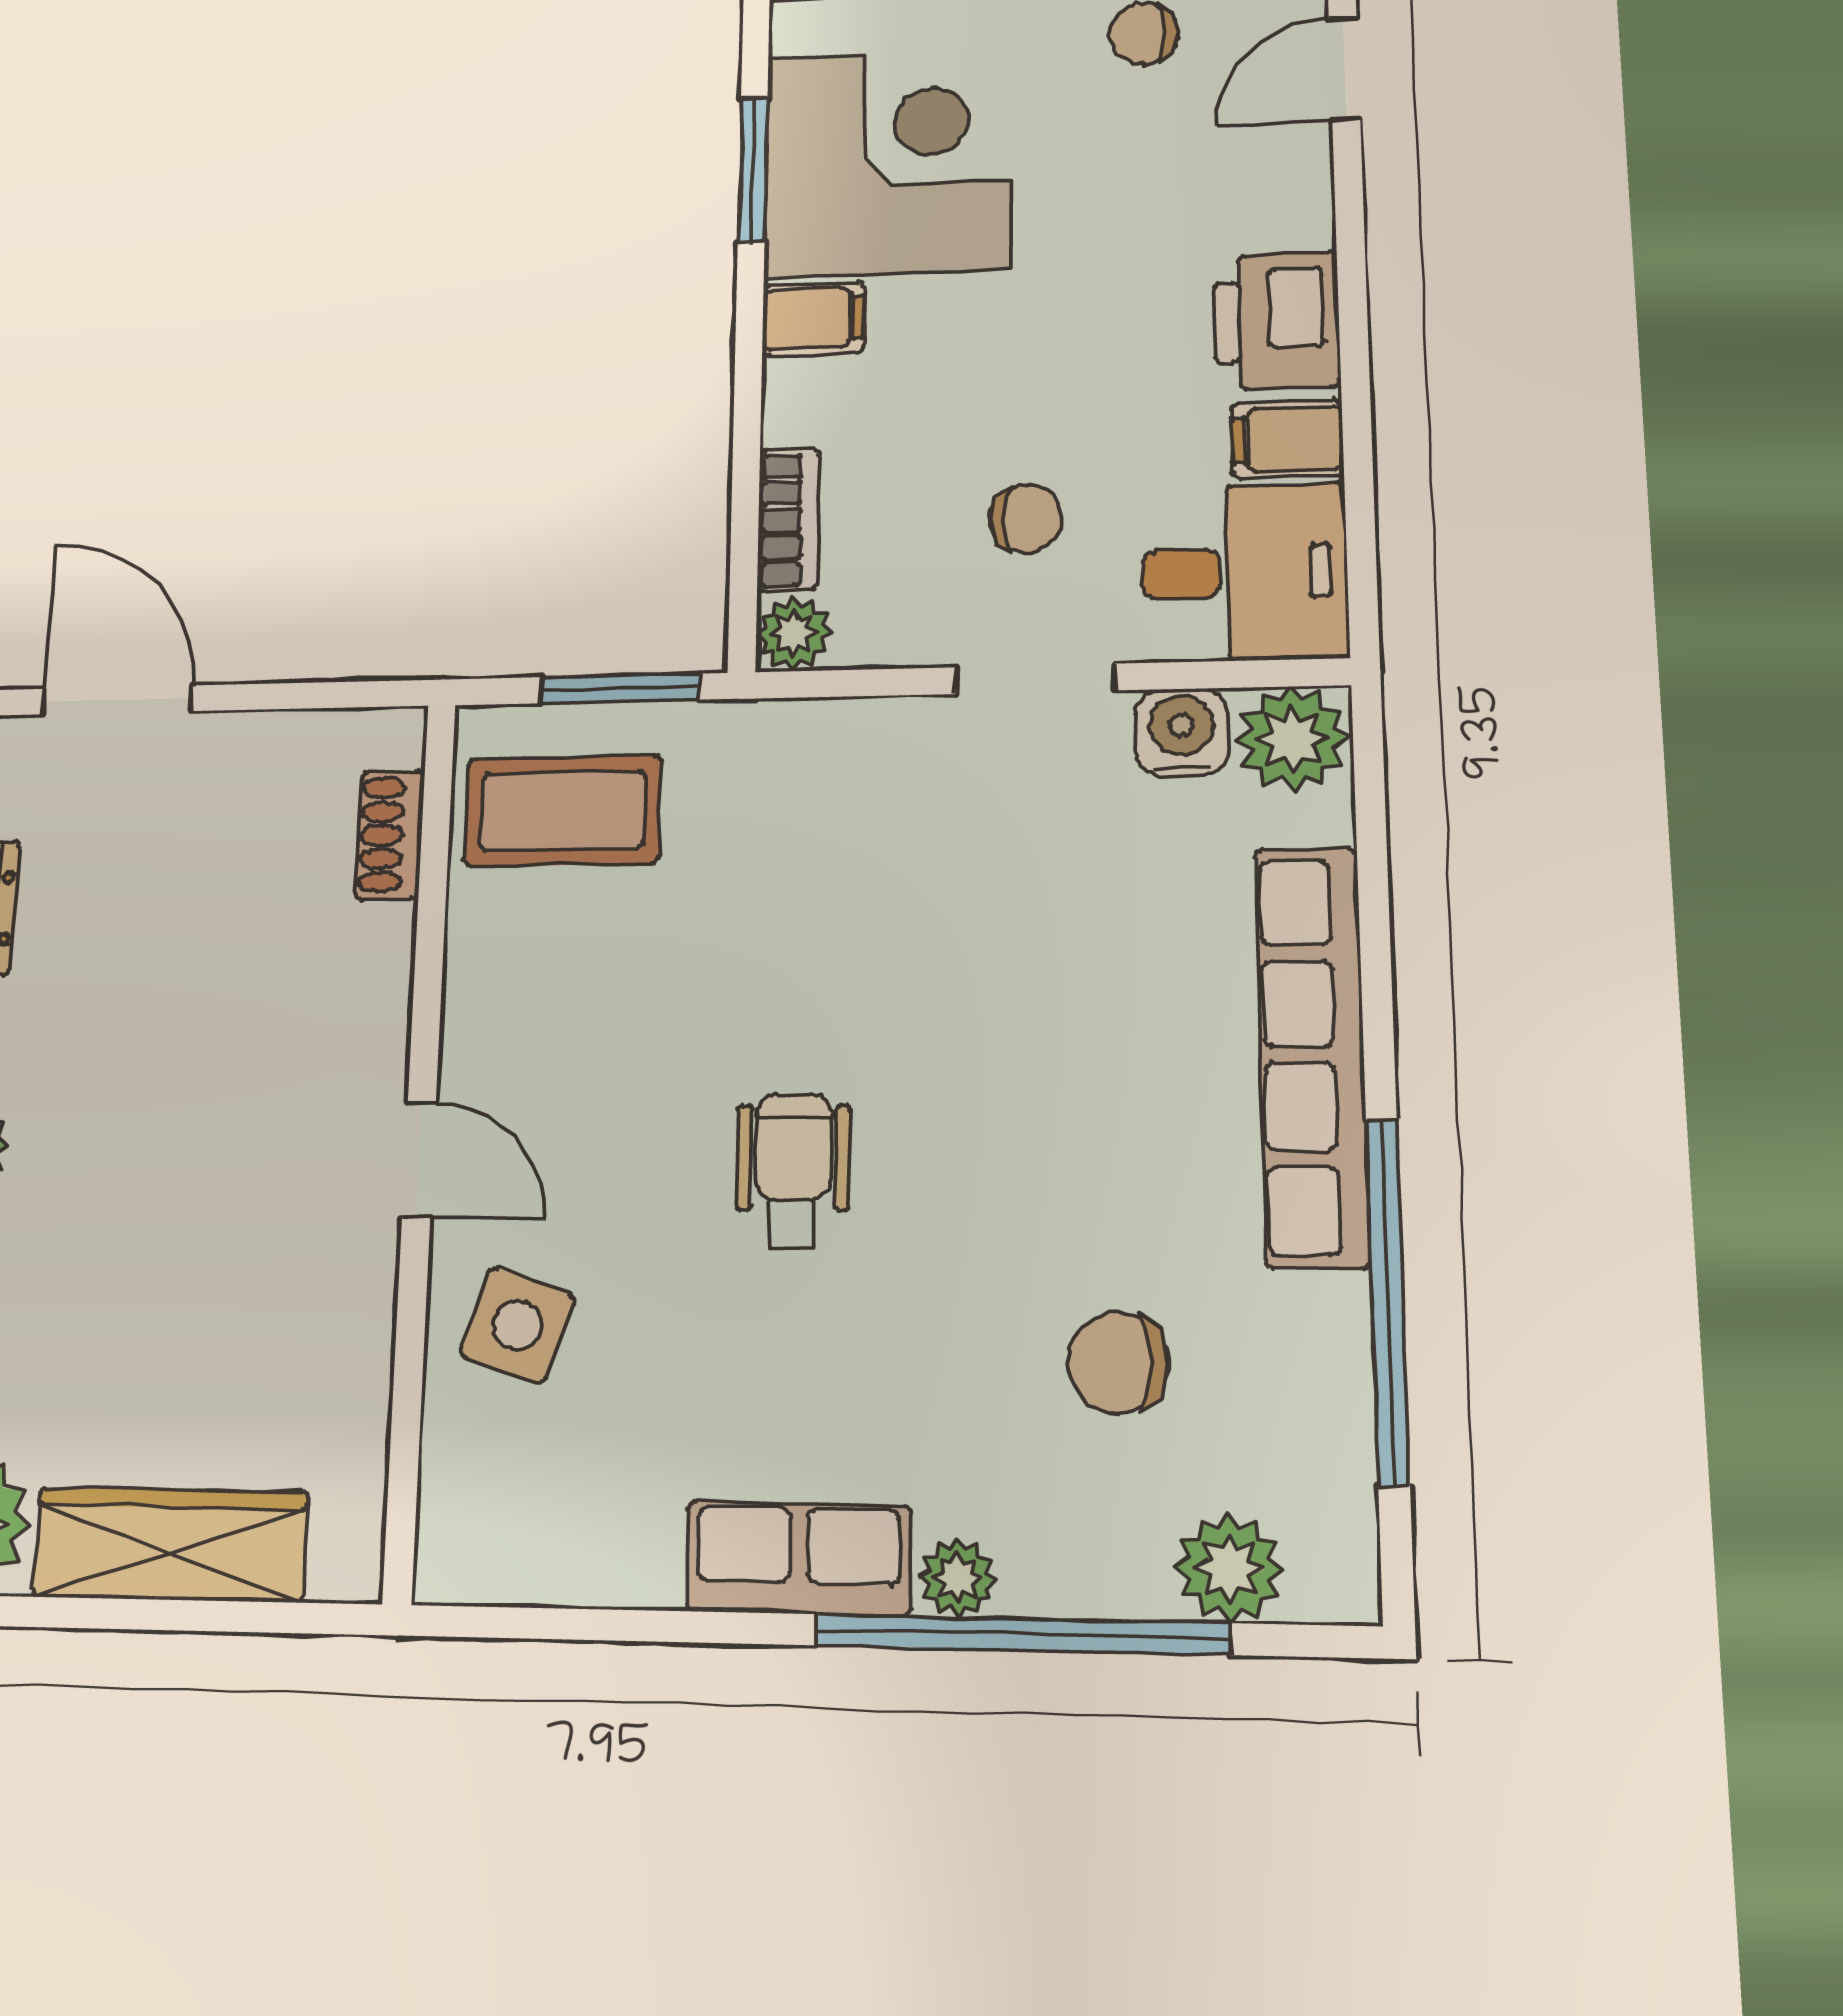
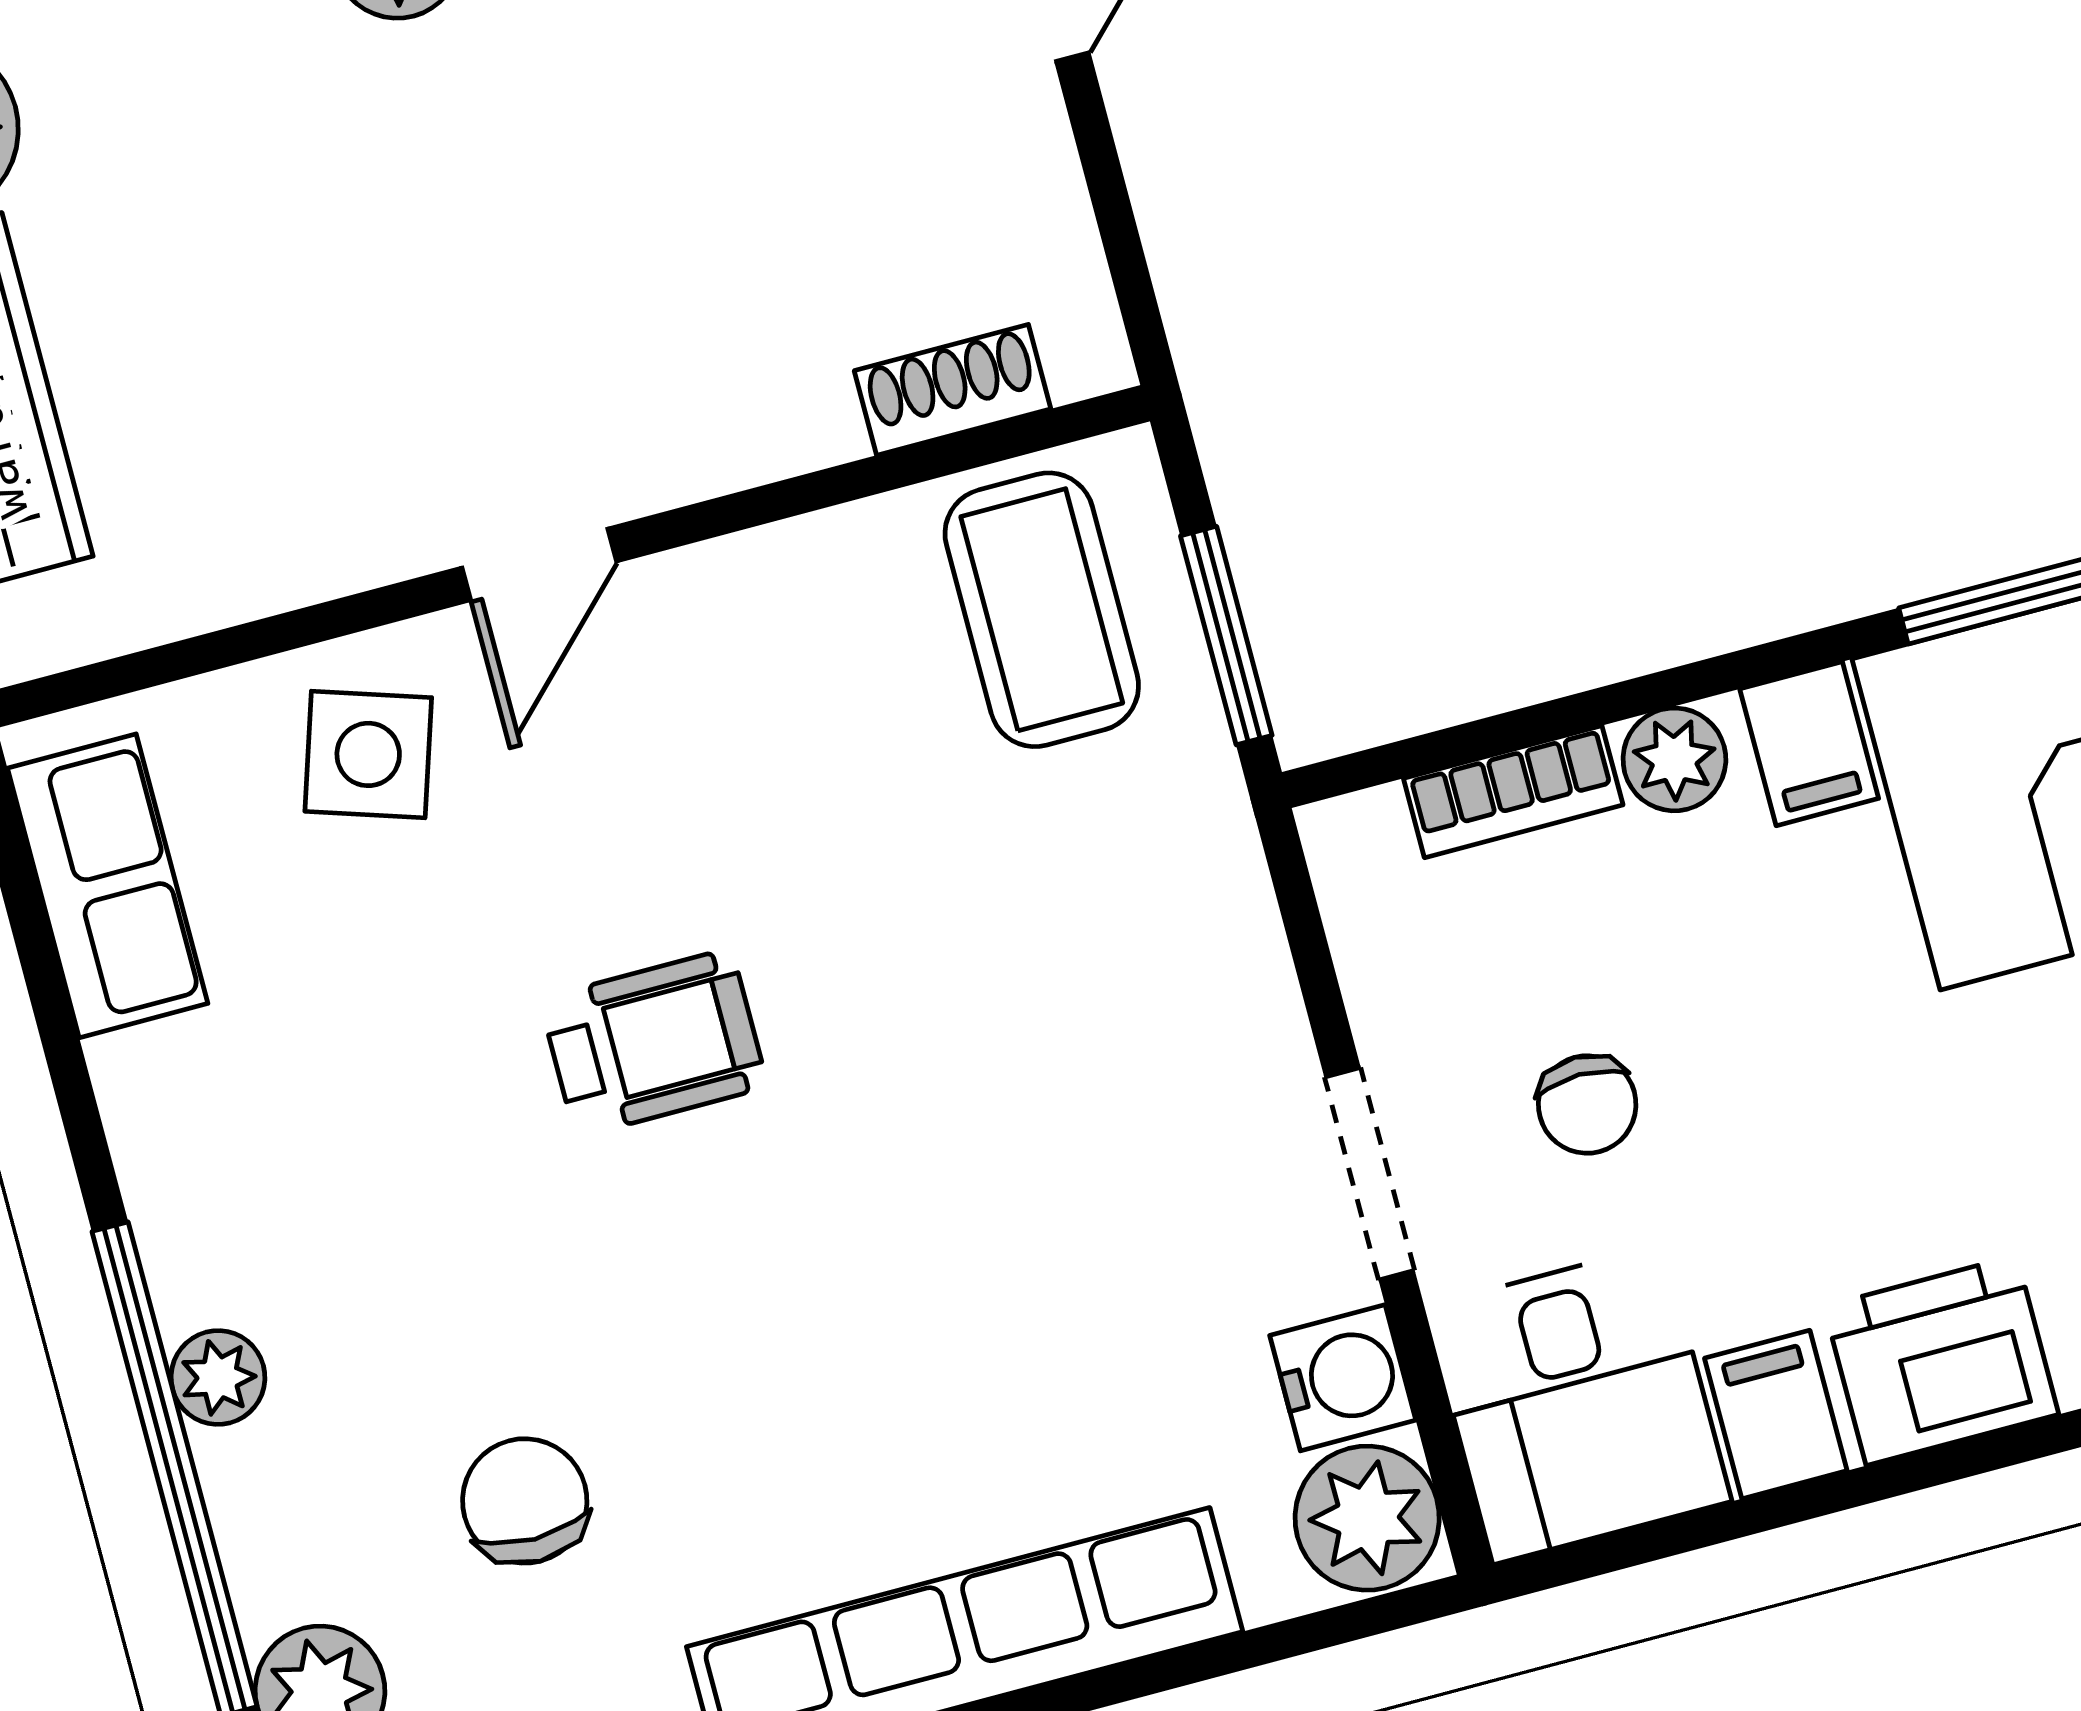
plant: (794, 633) -> (1674, 759), moved
row of seats: (799, 1558) -> (108, 886), moved

